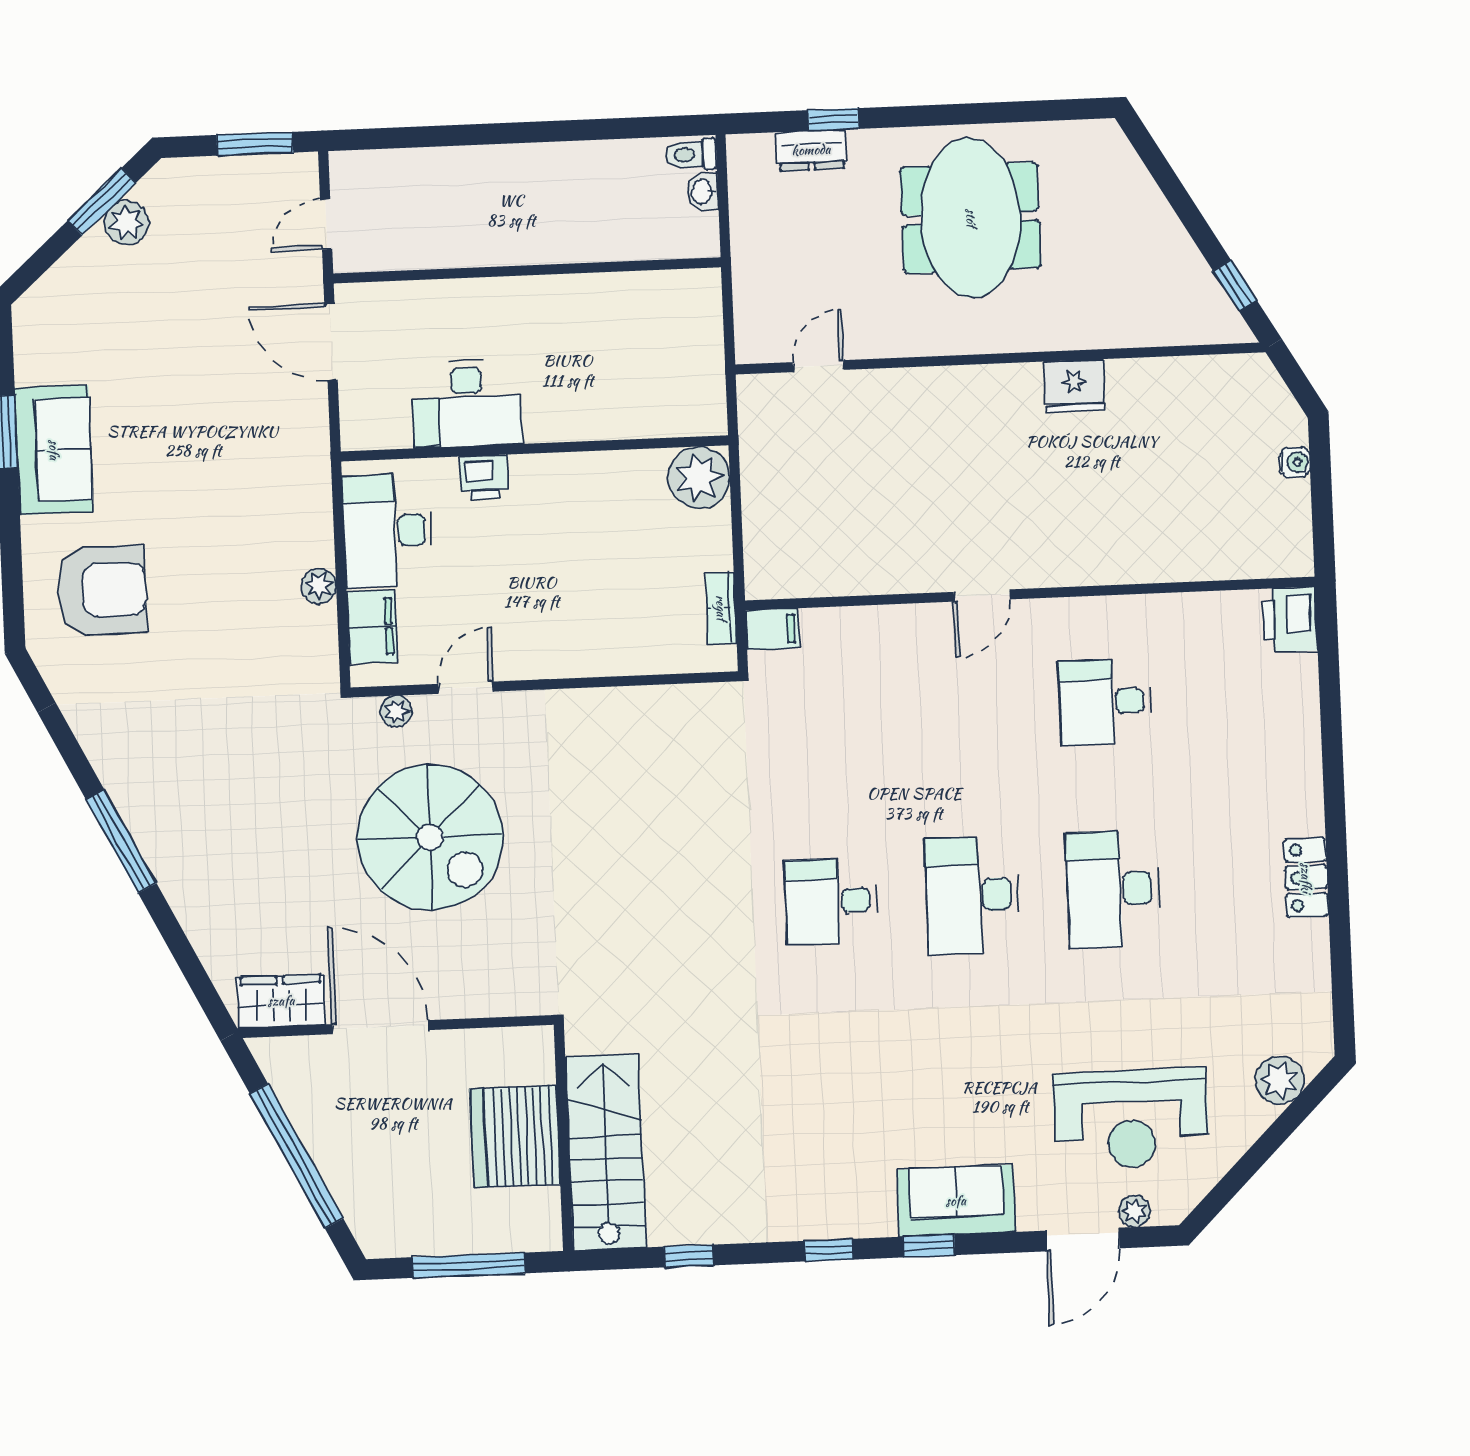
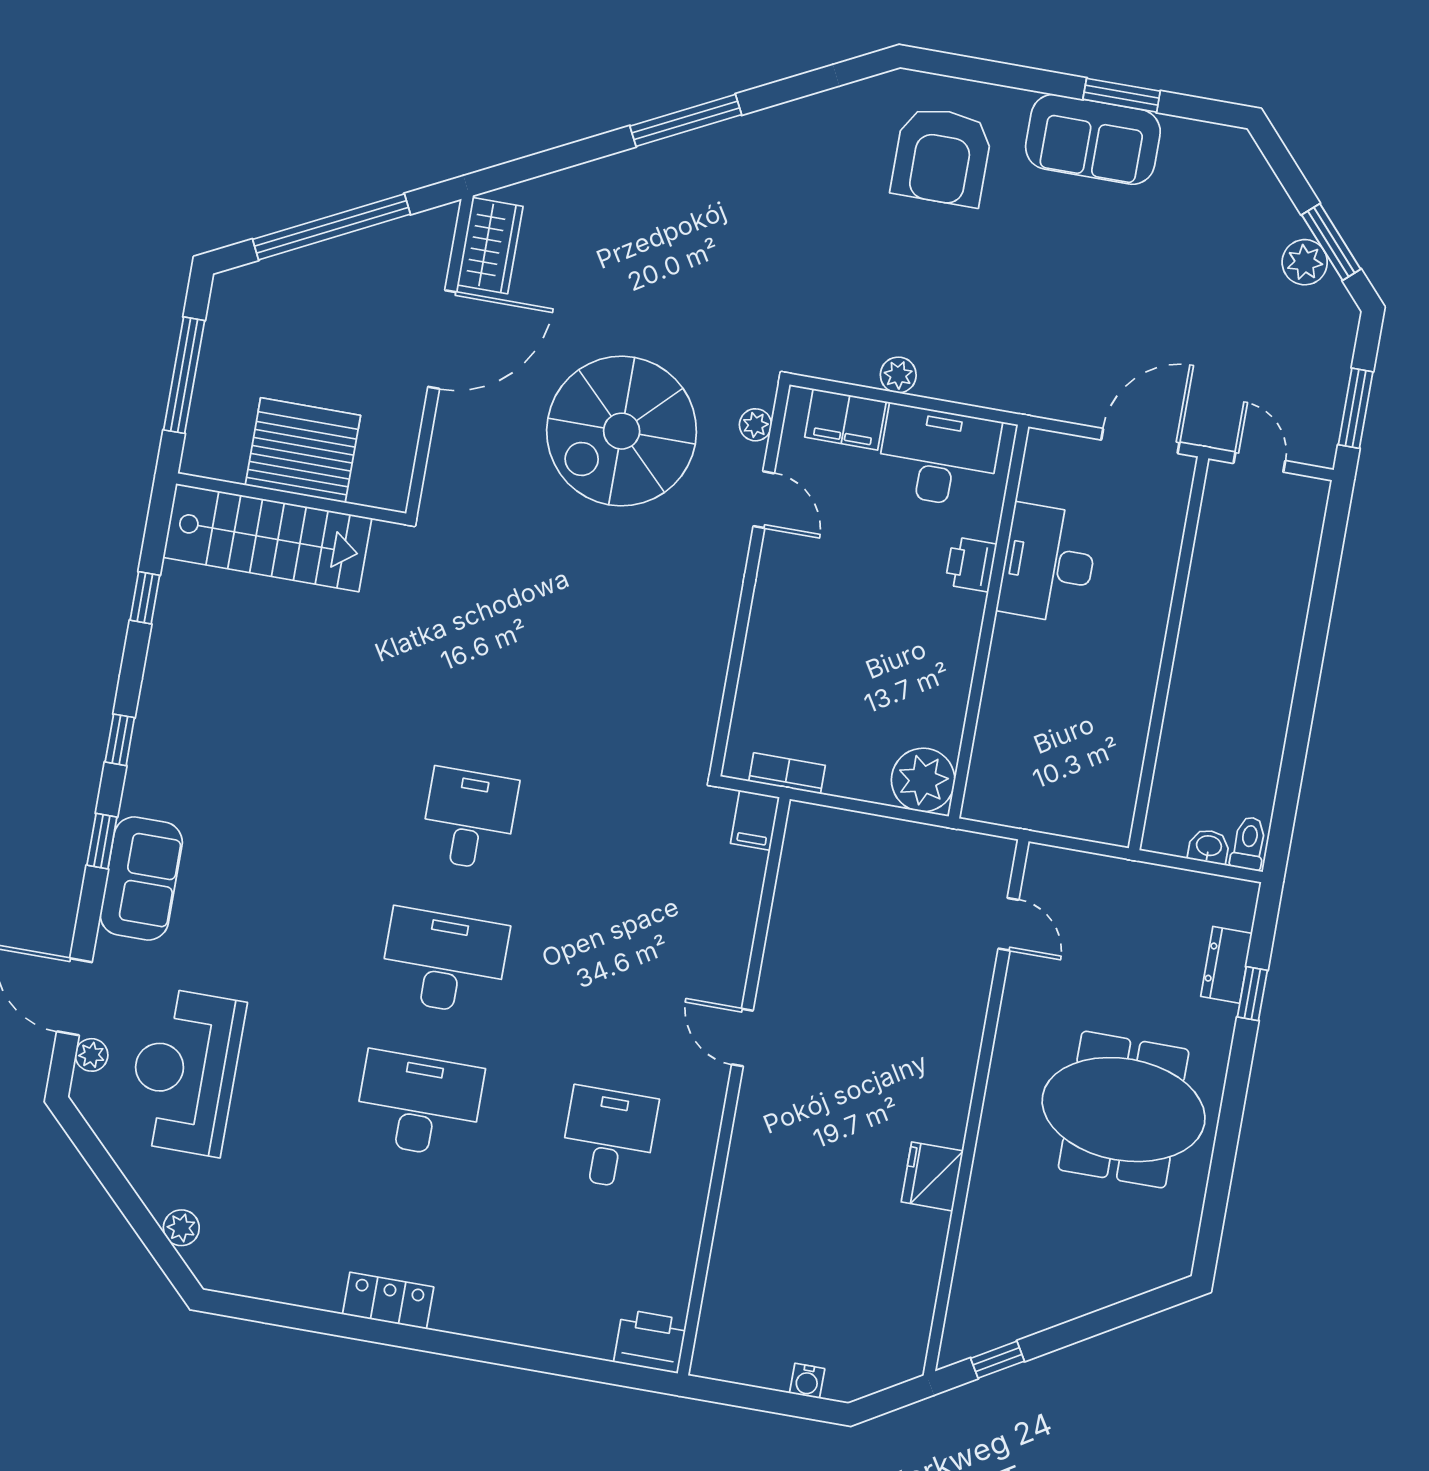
plant: (1280, 1080) -> (181, 1228), width x0.73, depth x0.73

